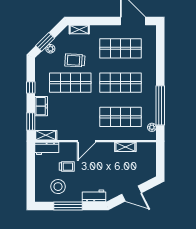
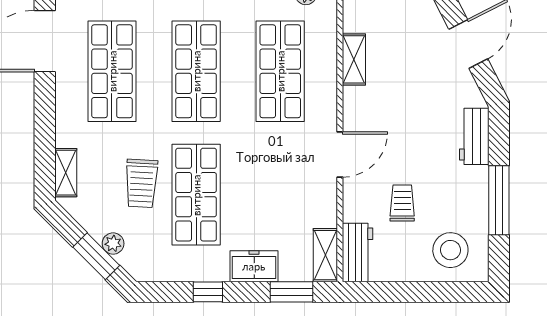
door: (87, 141) -> (340, 154), hinge flipped
stool: (58, 187) -> (450, 250), moved

